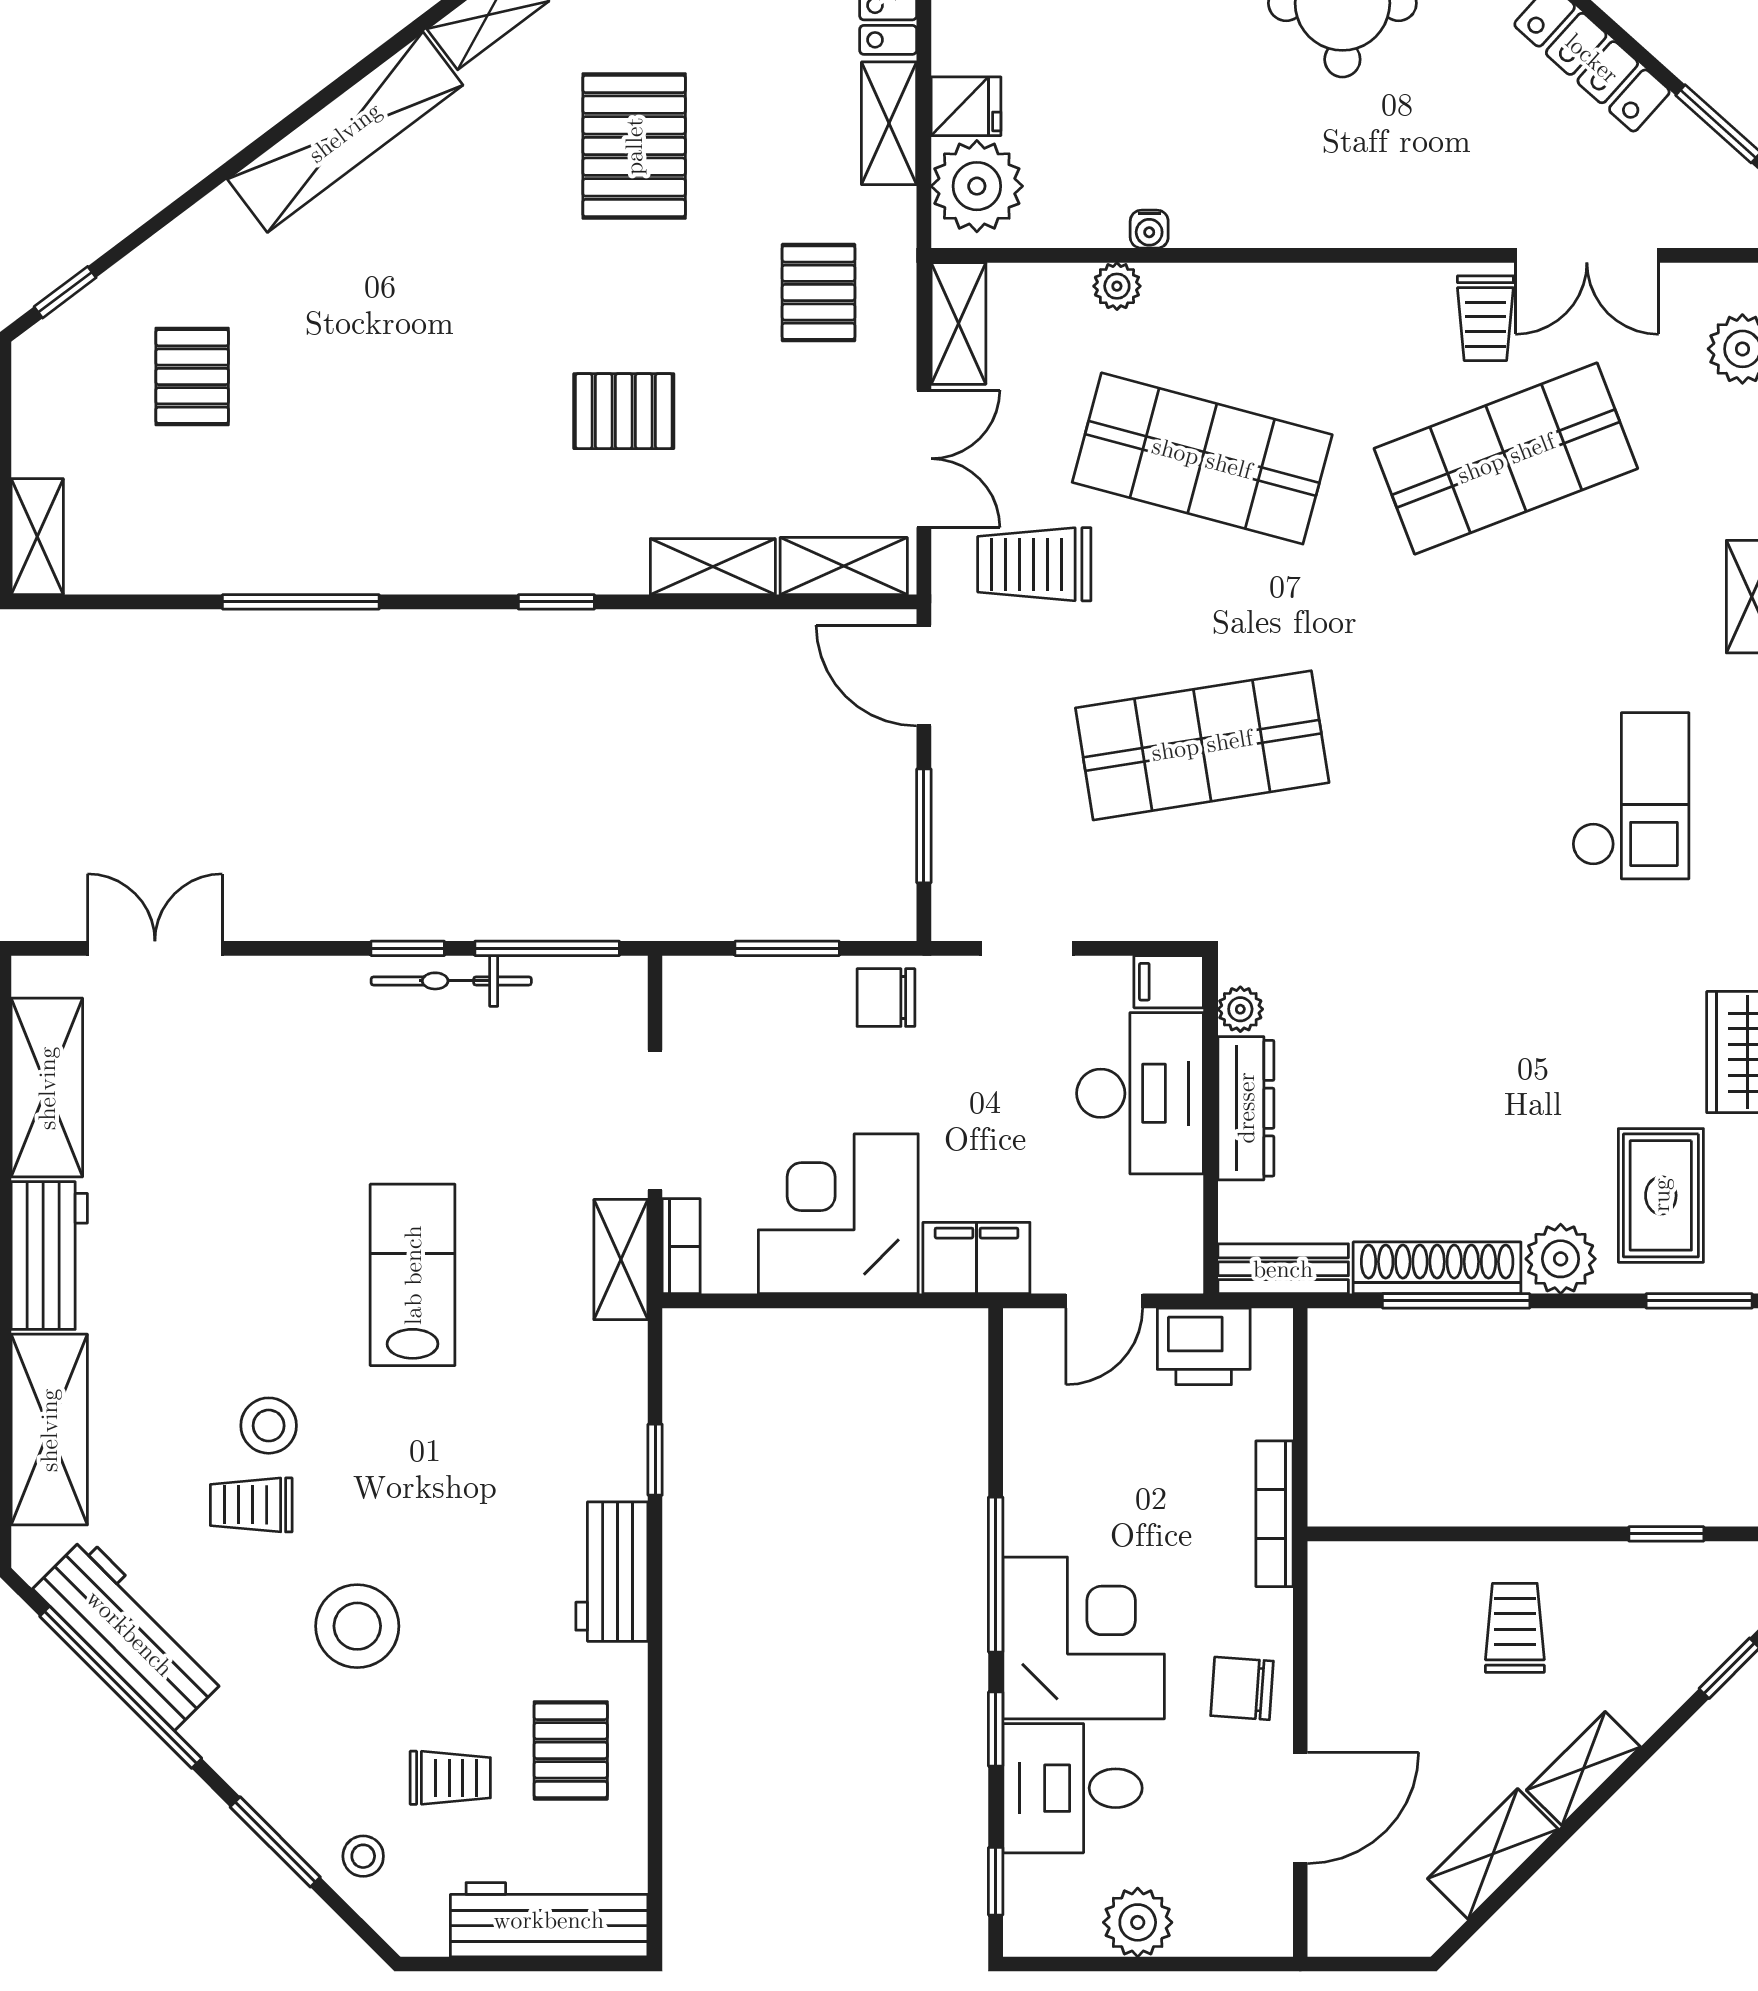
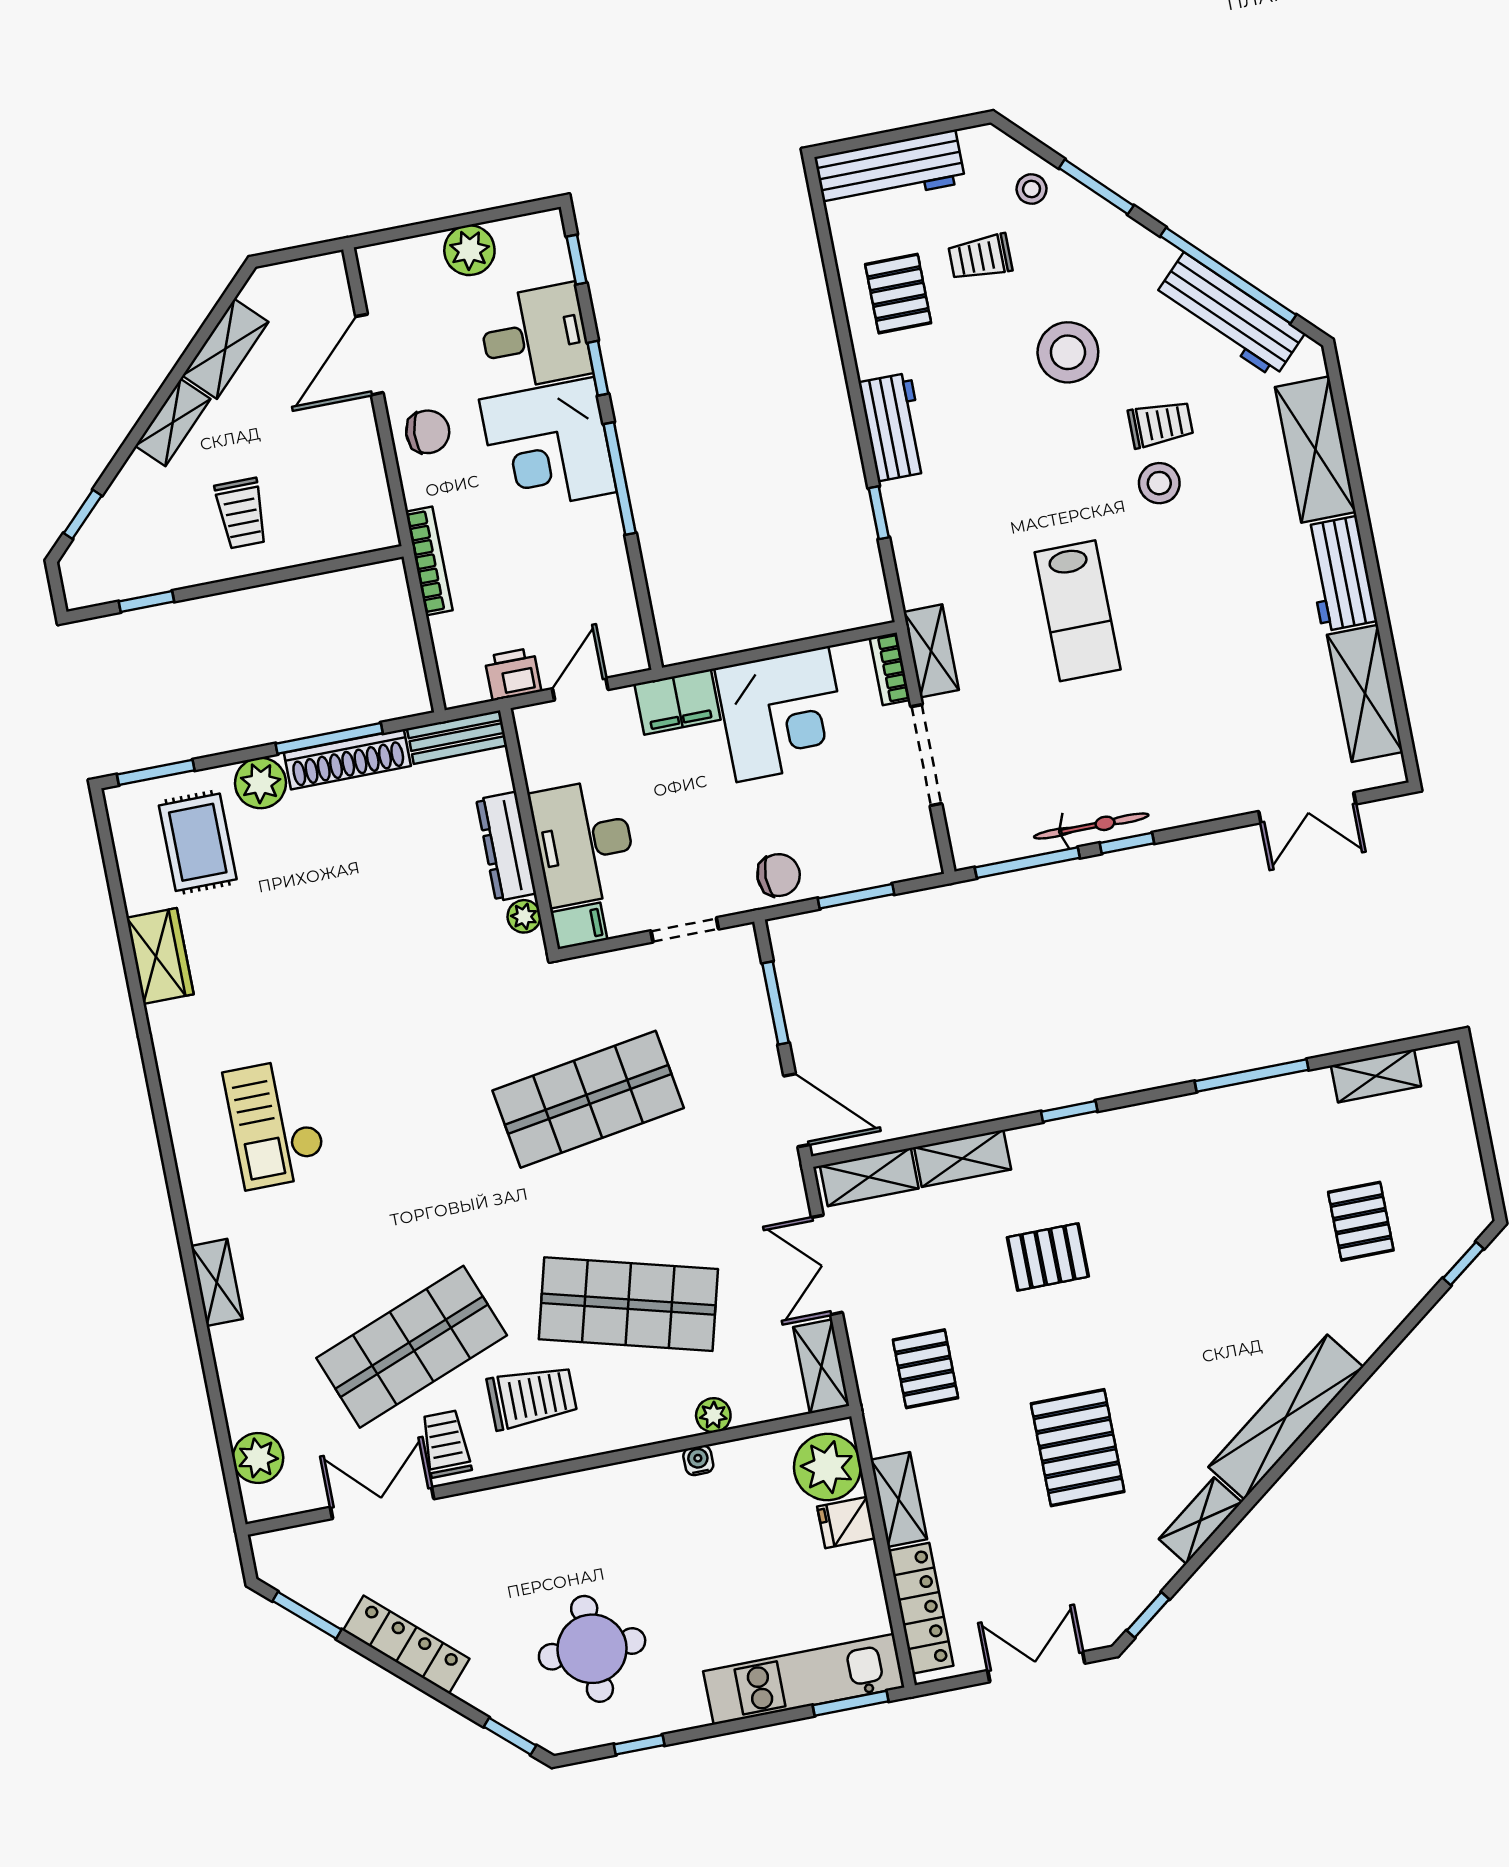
shelving: (37, 537) -> (1376, 1076), moved, turned 90
trolley: (1034, 564) -> (532, 1397), moved
printer: (1204, 1346) -> (513, 674), width x0.73, depth x0.81

